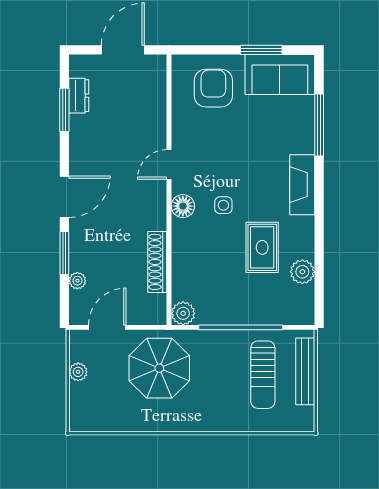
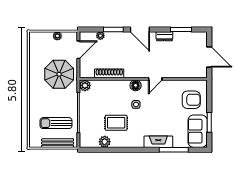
dresser: (79, 96) -> (164, 36), moved
door: (169, 164) -> (155, 79), swing flipped
fireplace: (302, 185) -> (158, 142), moved
door: (107, 327) -> (78, 50), hinge flipped

